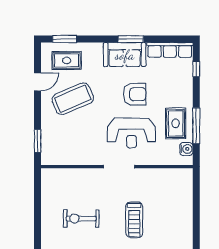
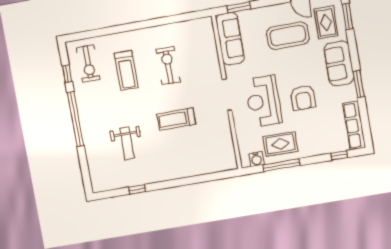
sofa: (125, 55) -> (339, 63), moved
coffee table: (73, 99) -> (288, 36), turned -67
sofa: (66, 154) -> (230, 39), added

